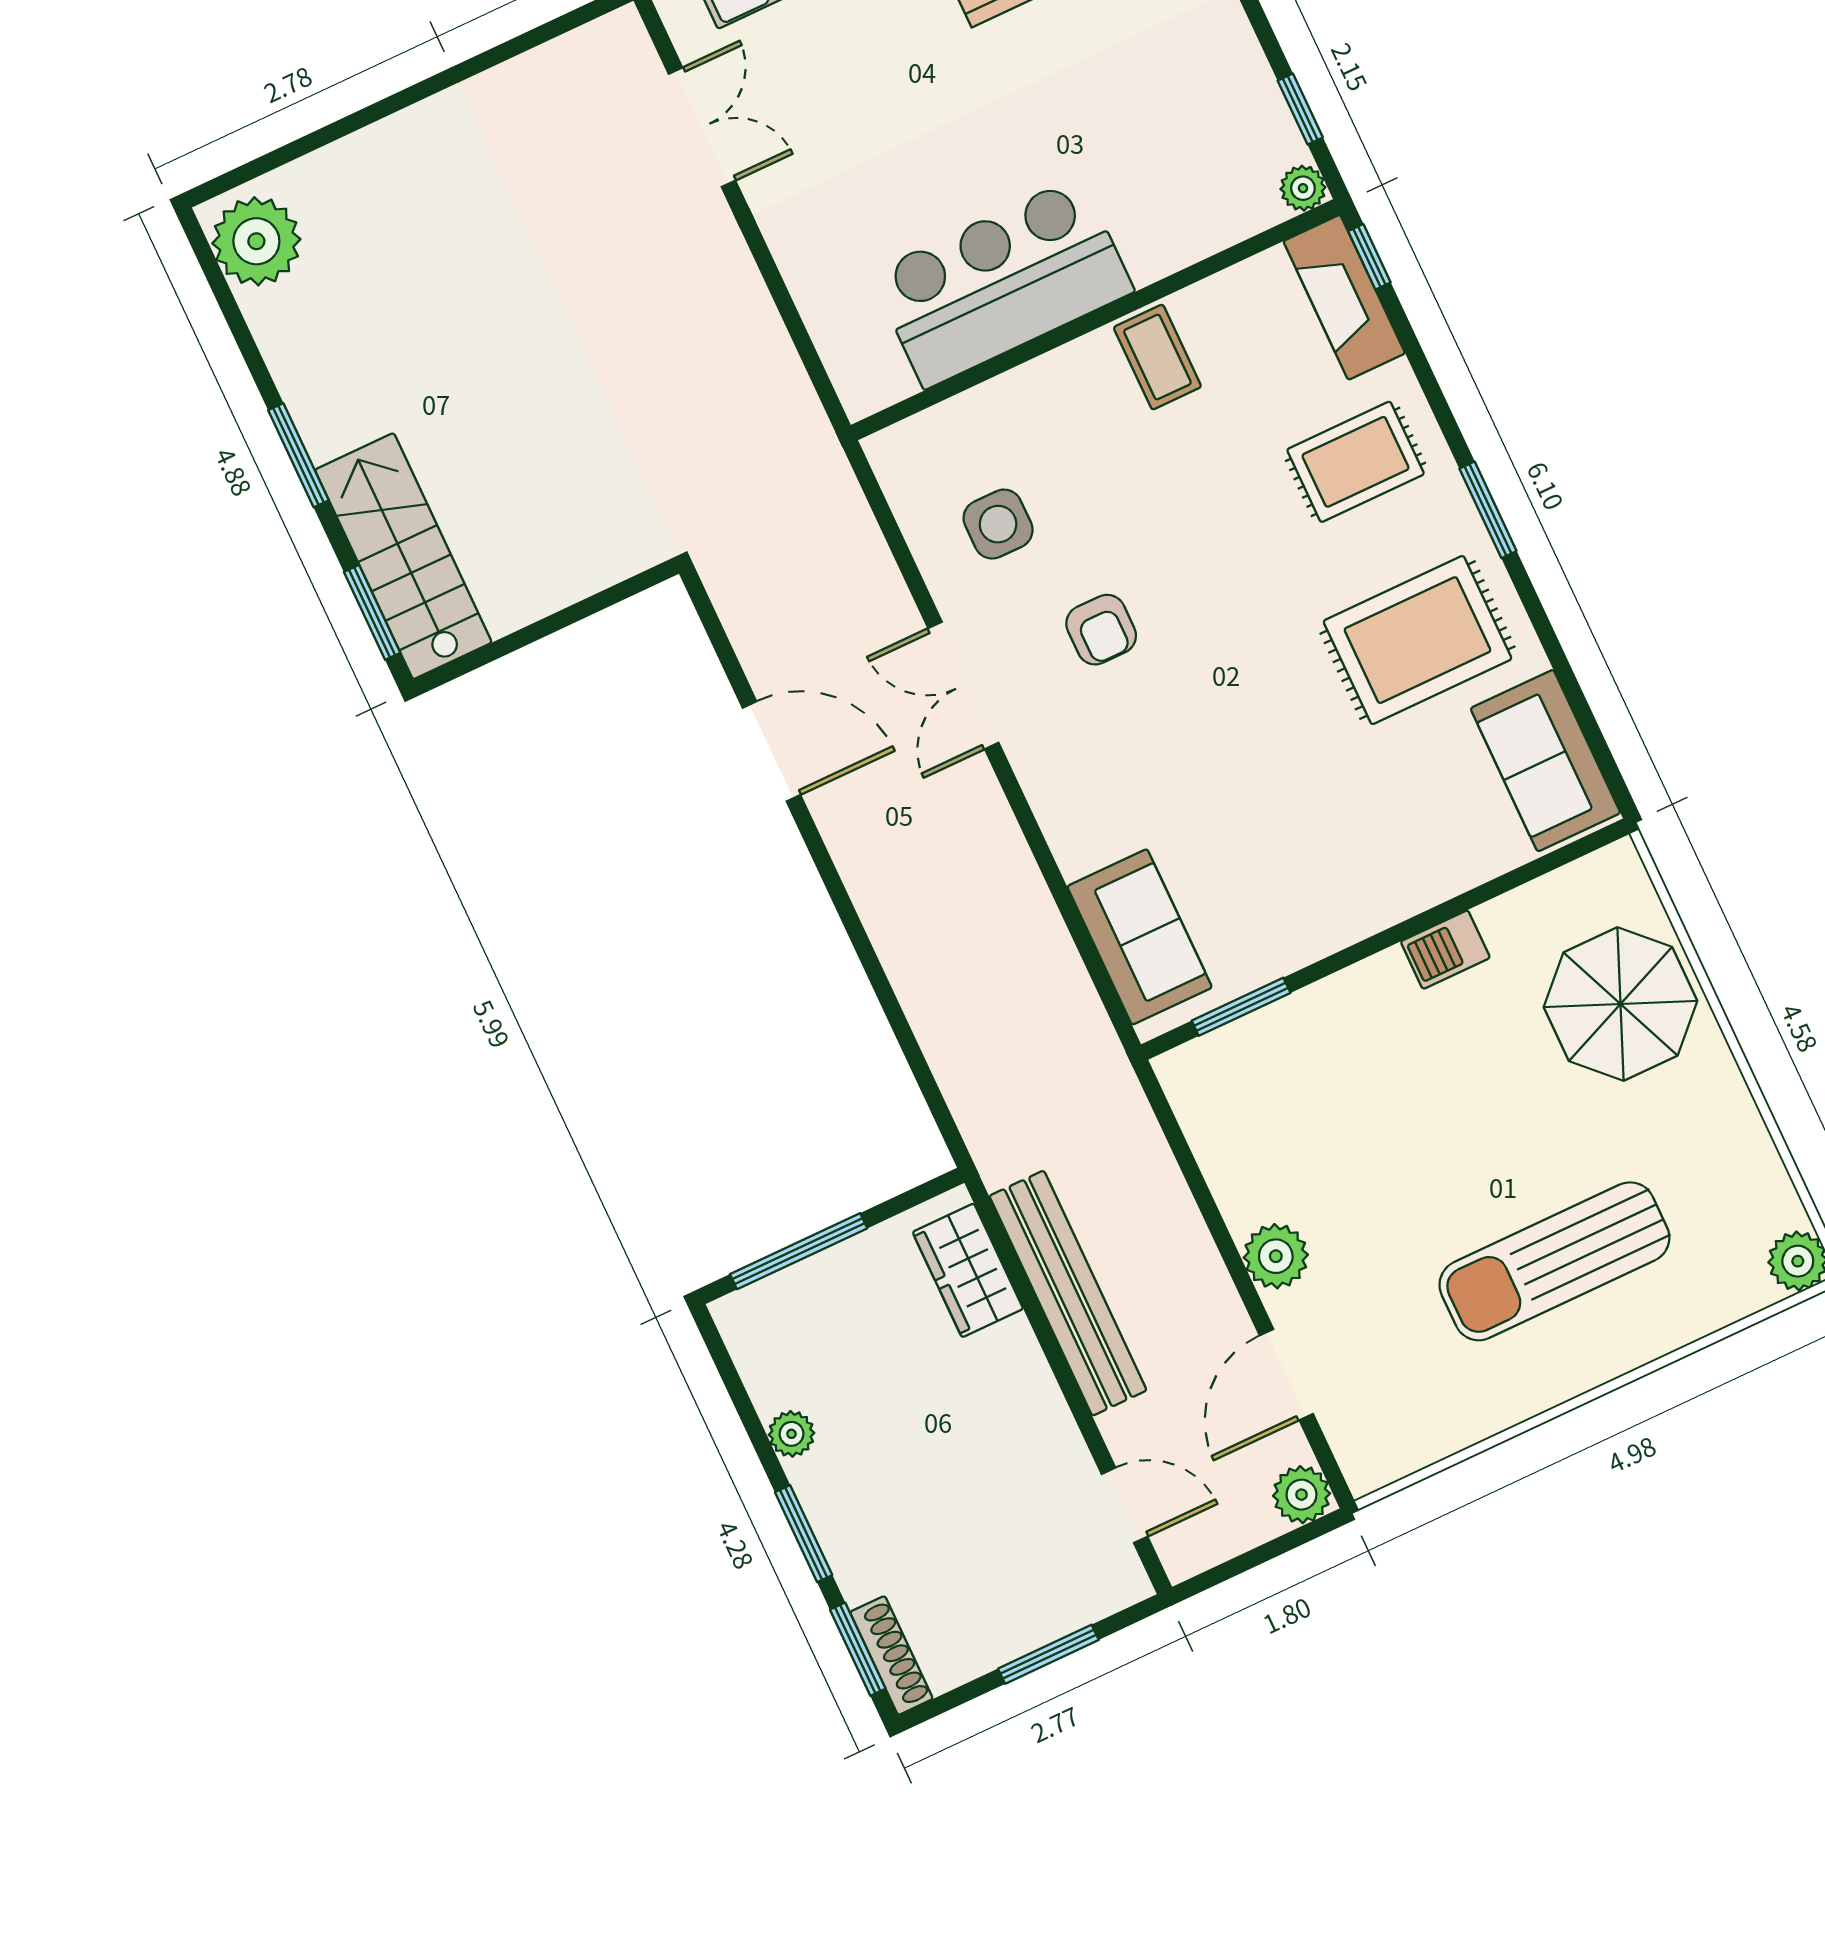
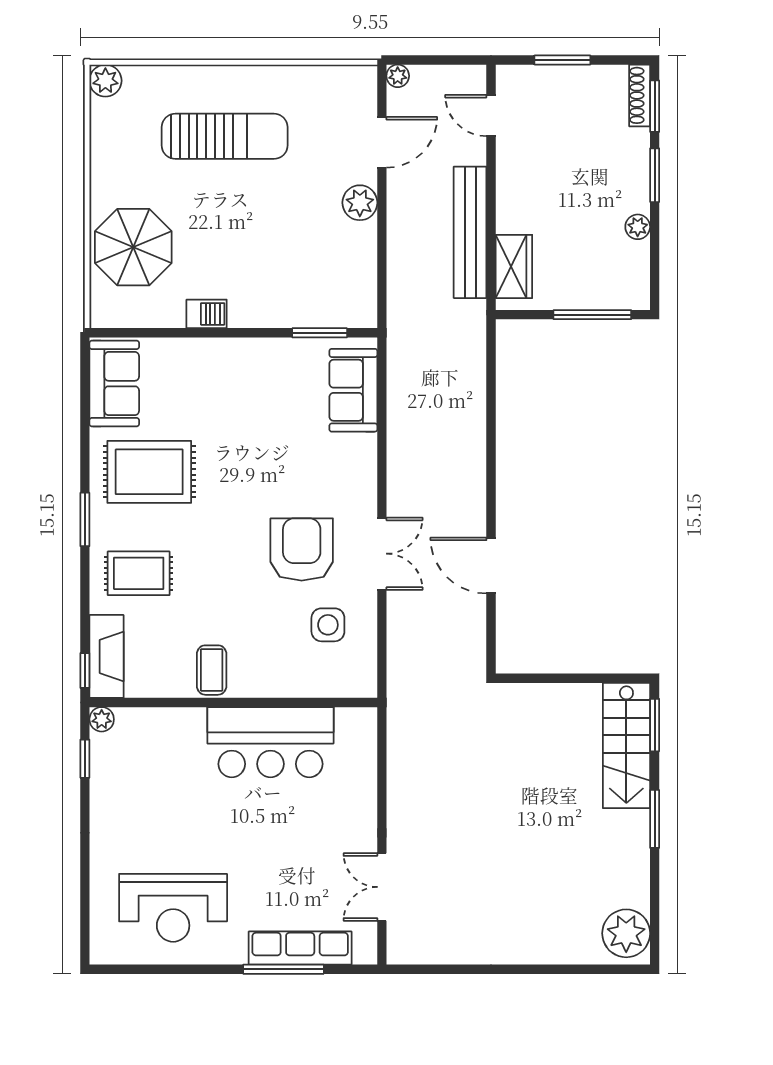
armchair: (1101, 630) -> (302, 550), width x1.88, depth x1.88
plant: (1302, 1495) -> (398, 76), width x0.73, depth x0.73

